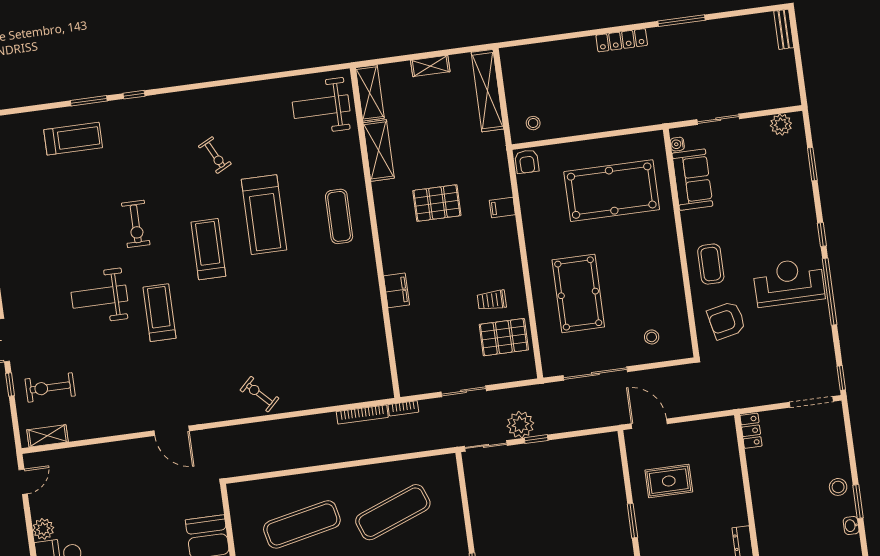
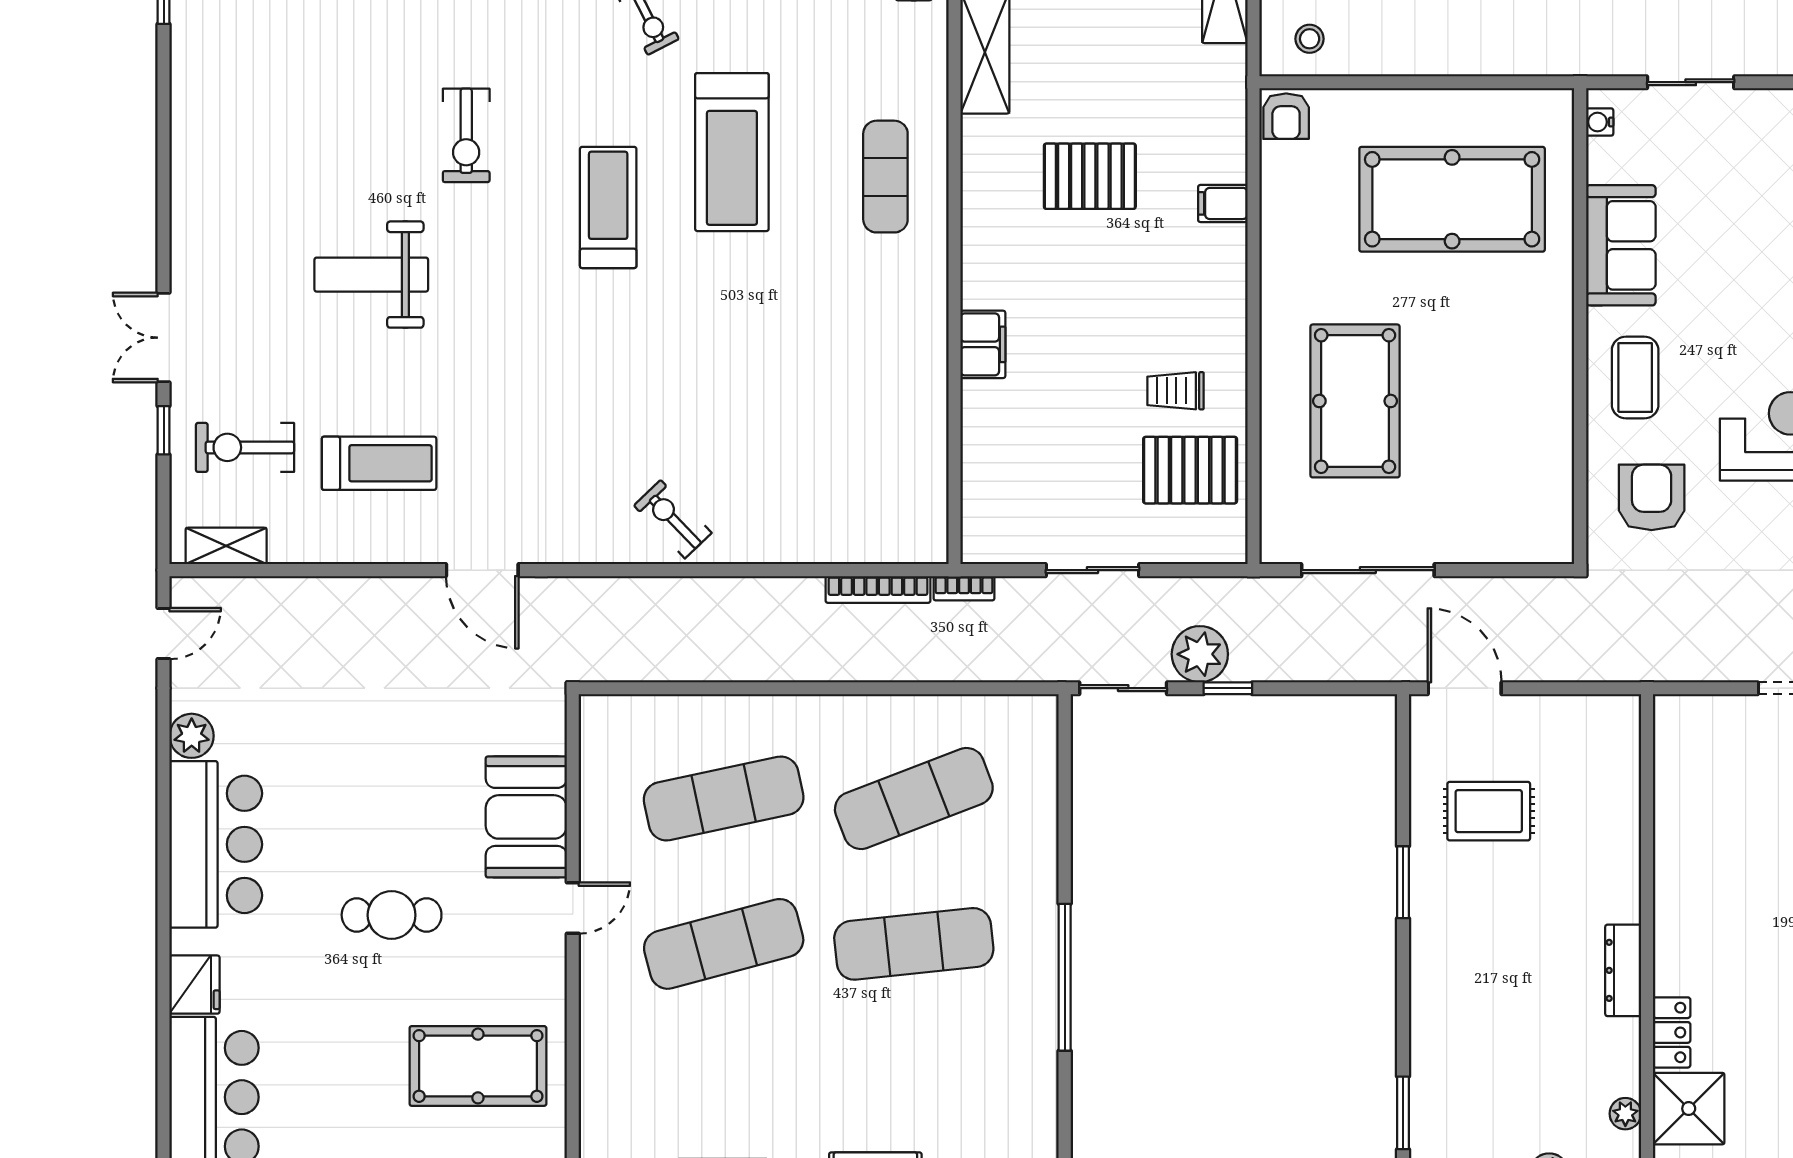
sofa: (692, 180) -> (1621, 245), moved
treadmill: (160, 313) -> (379, 463), moved, turned 90
armchair: (726, 320) -> (1652, 497), turned 102
stool: (652, 337) -> (1493, 511), removed
locker: (751, 431) -> (1671, 731), removed

